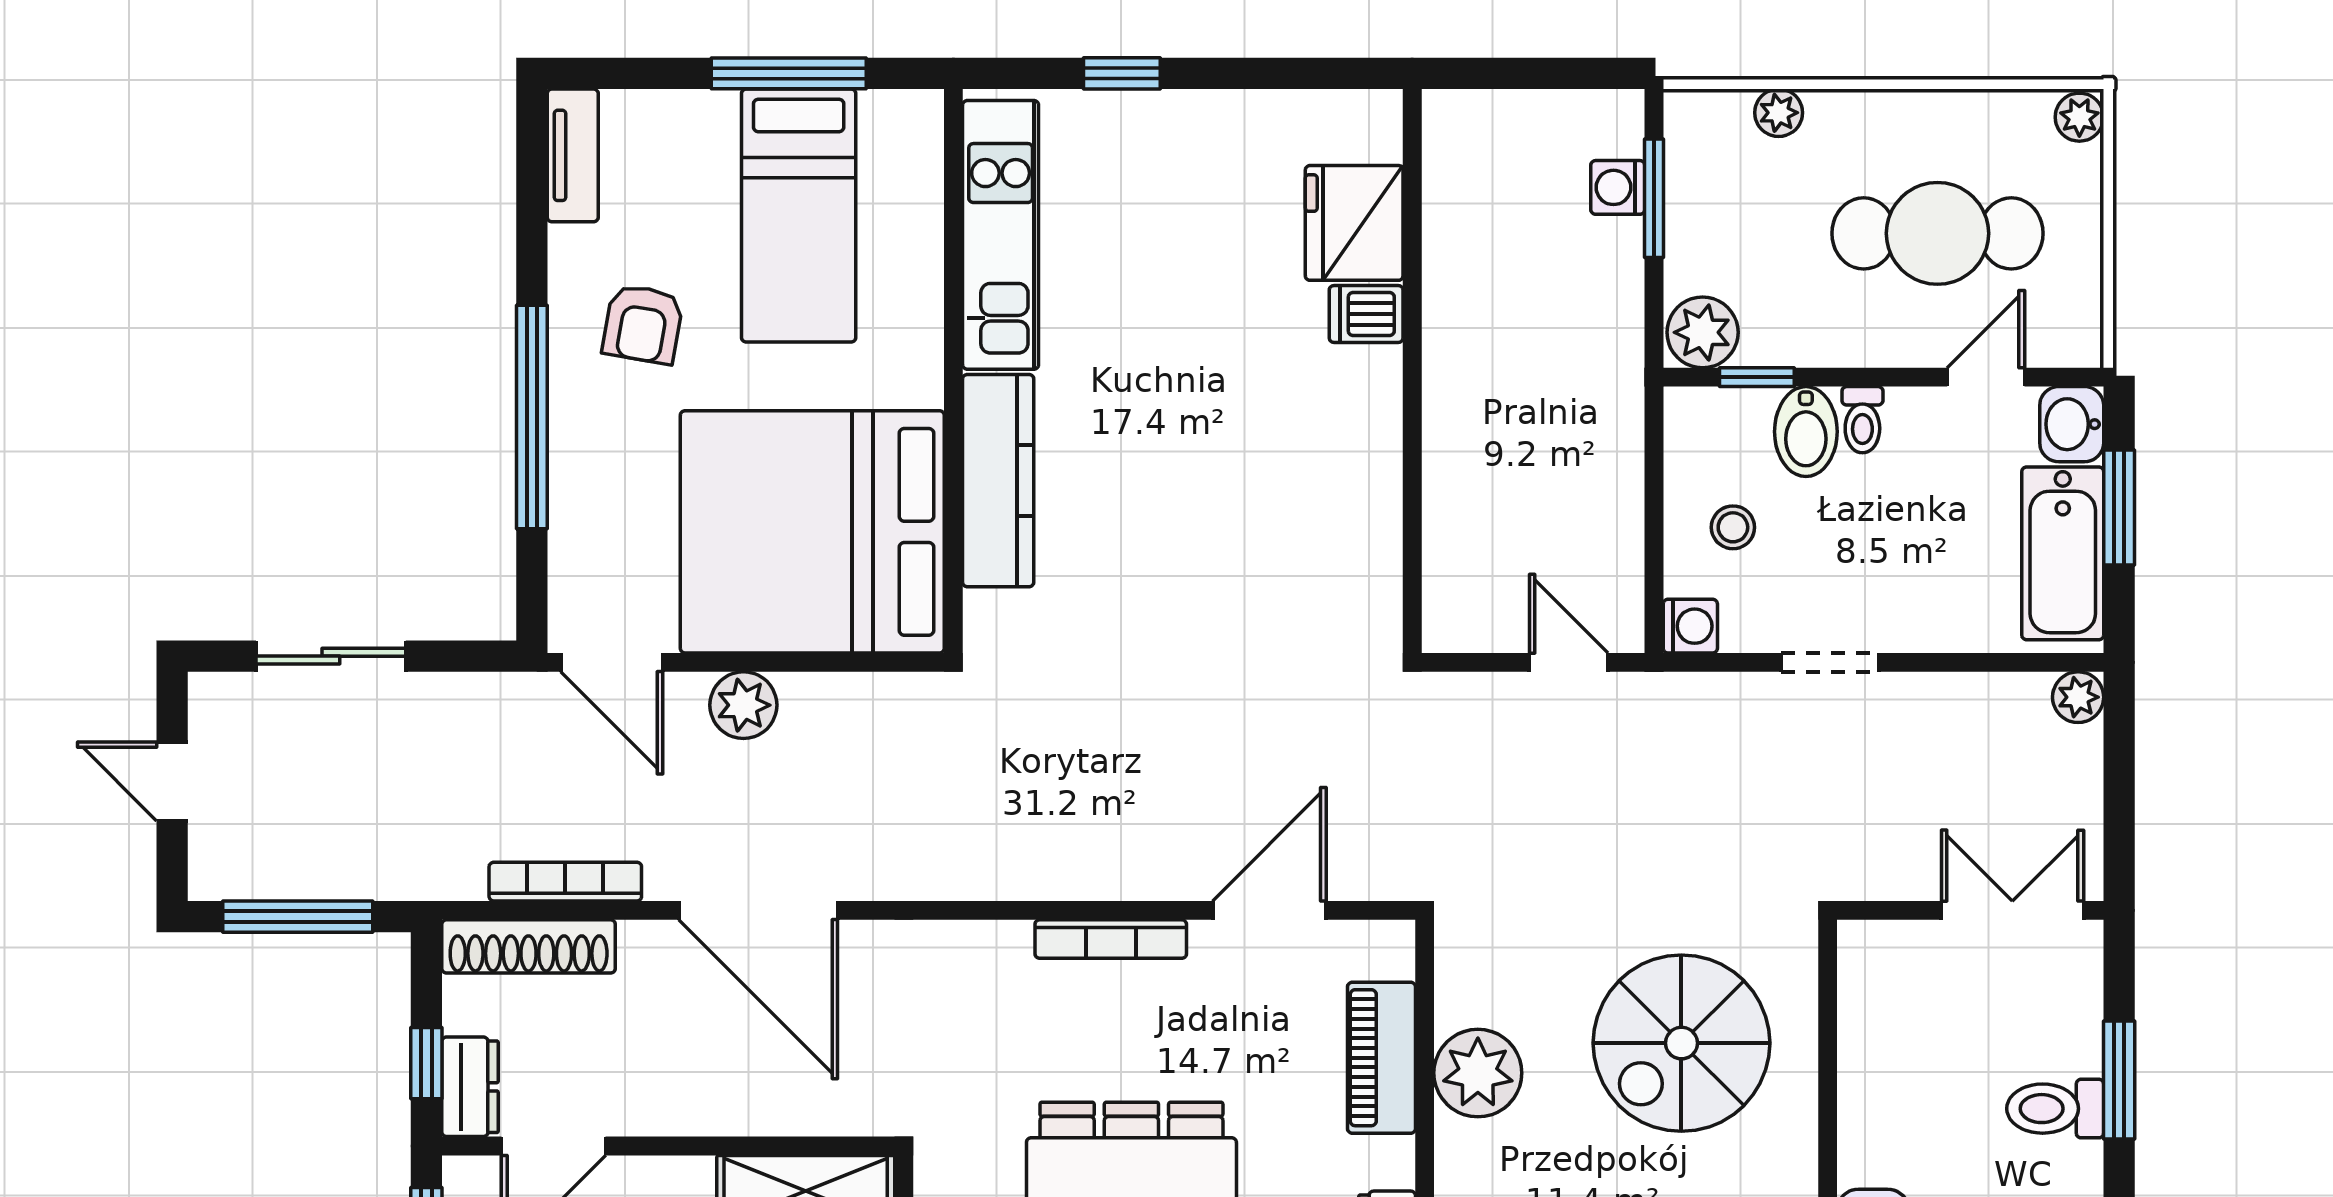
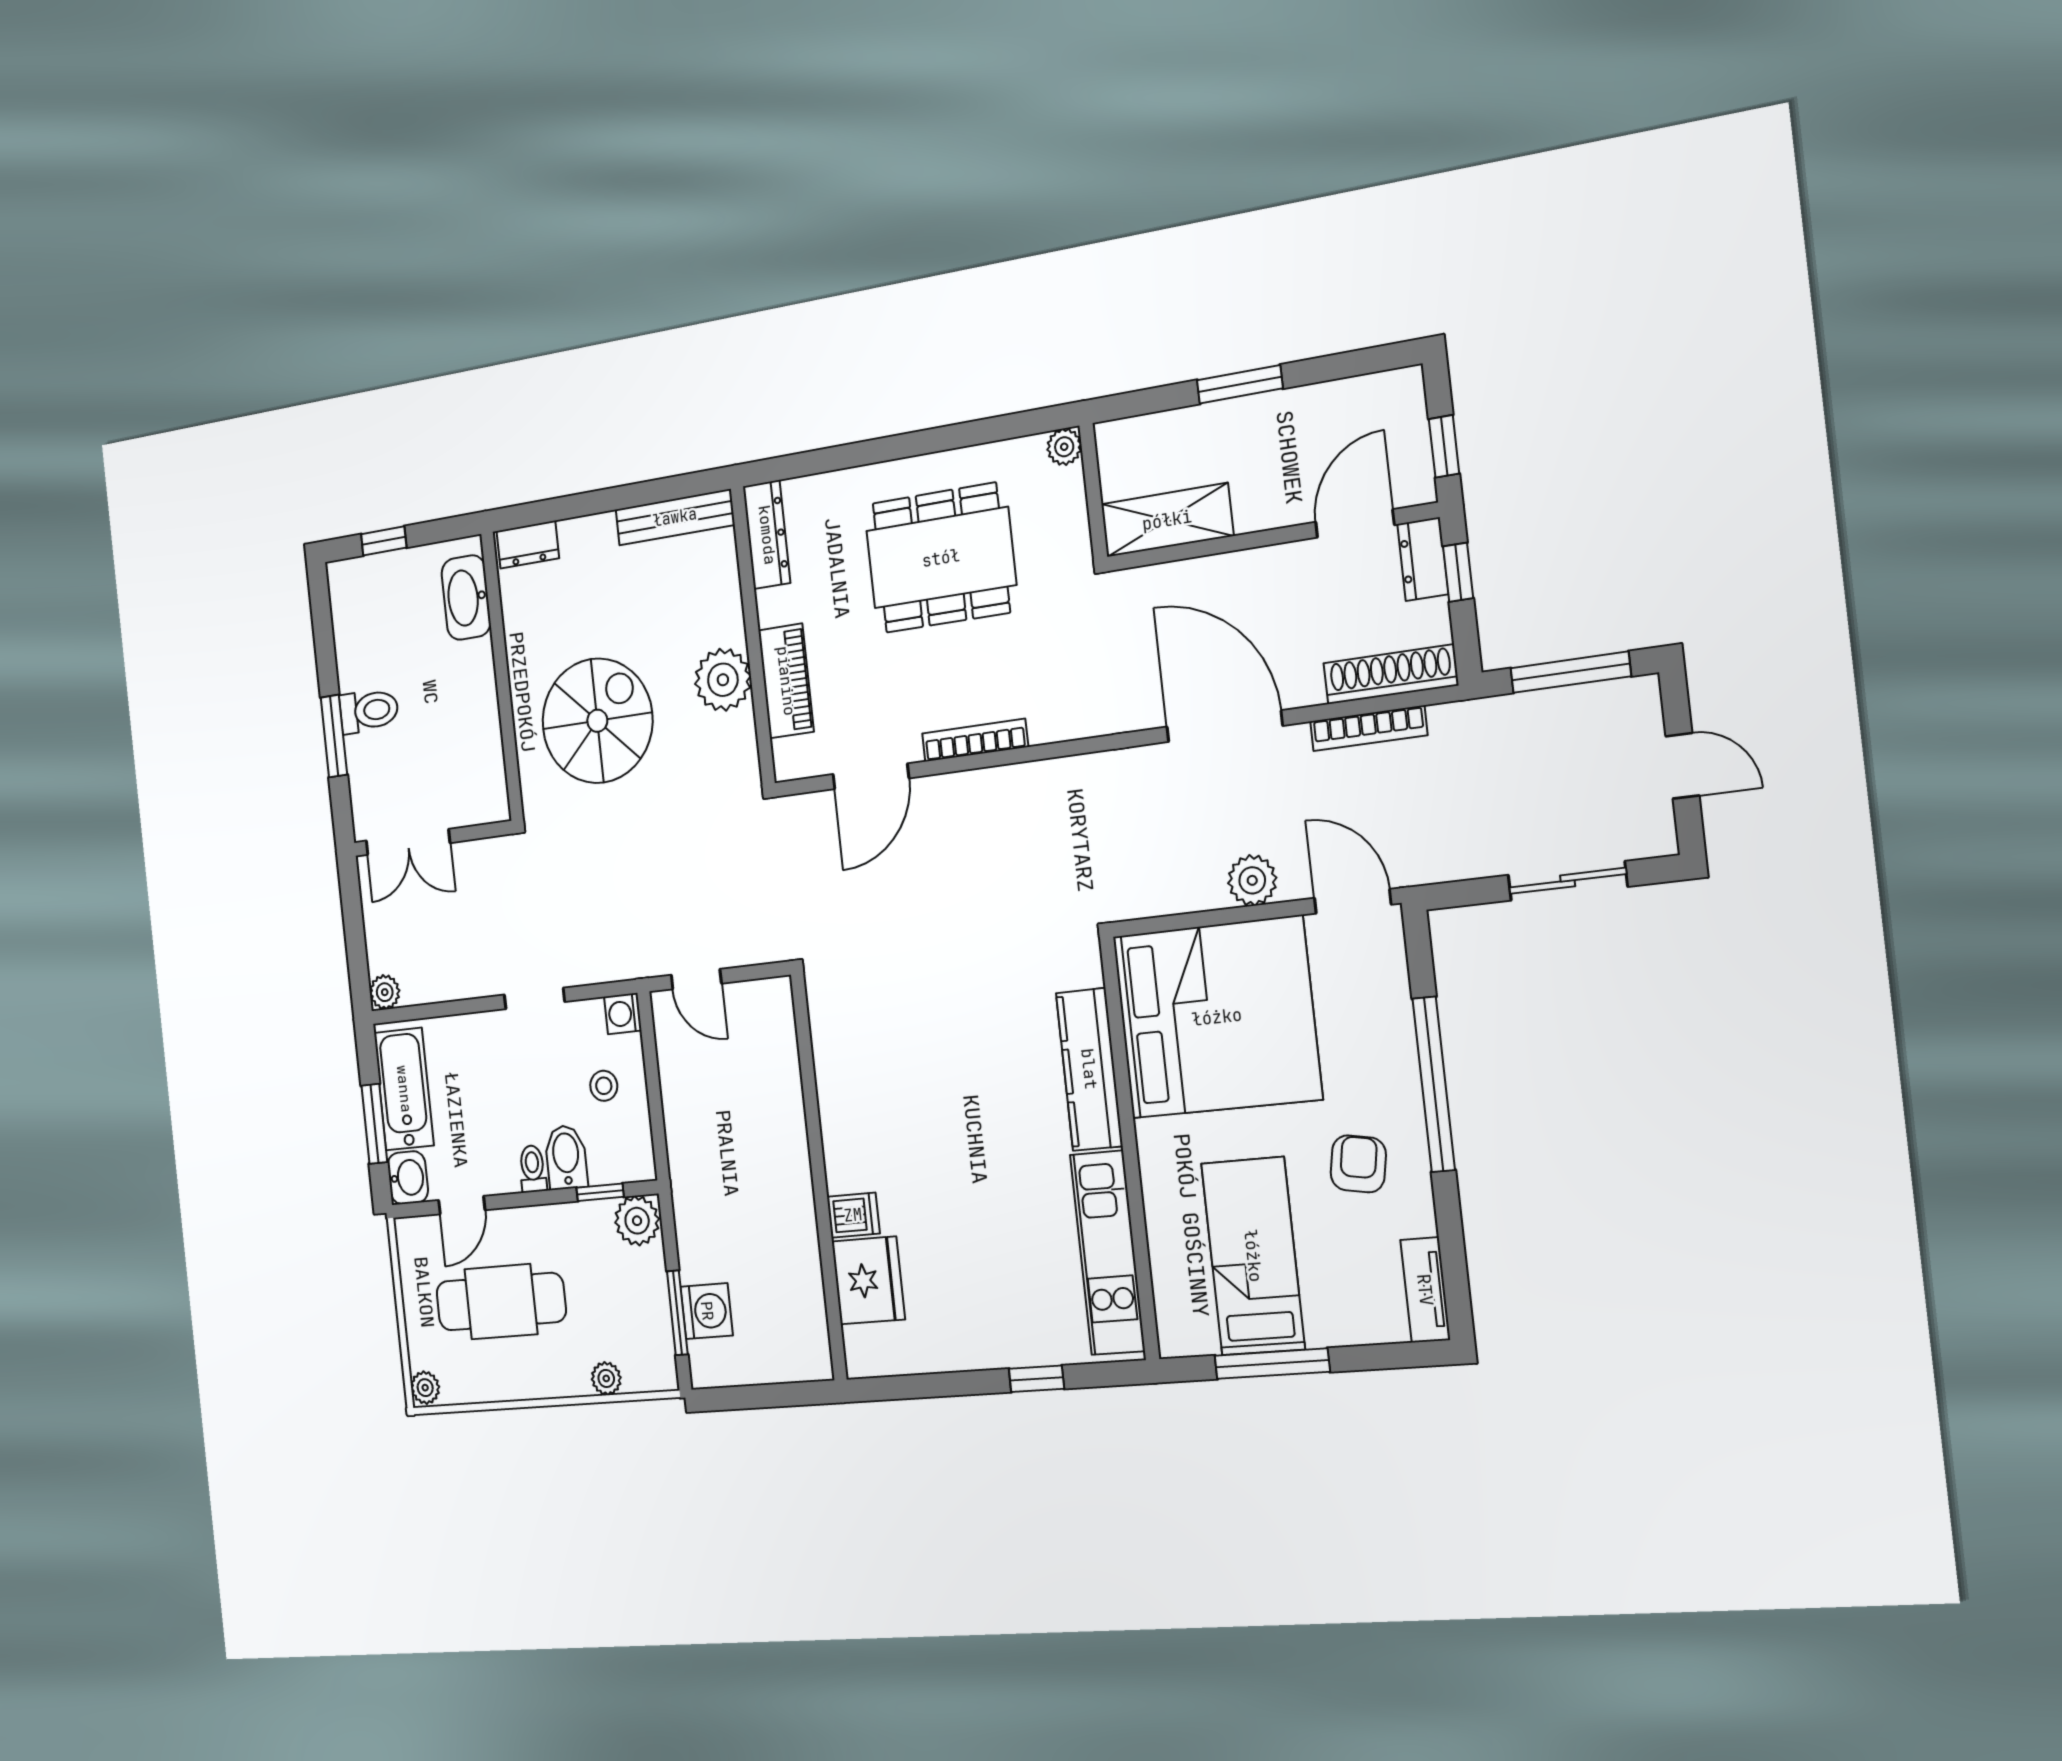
washing machine: (1618, 187) -> (707, 1311), width x1.38, depth x1.38

